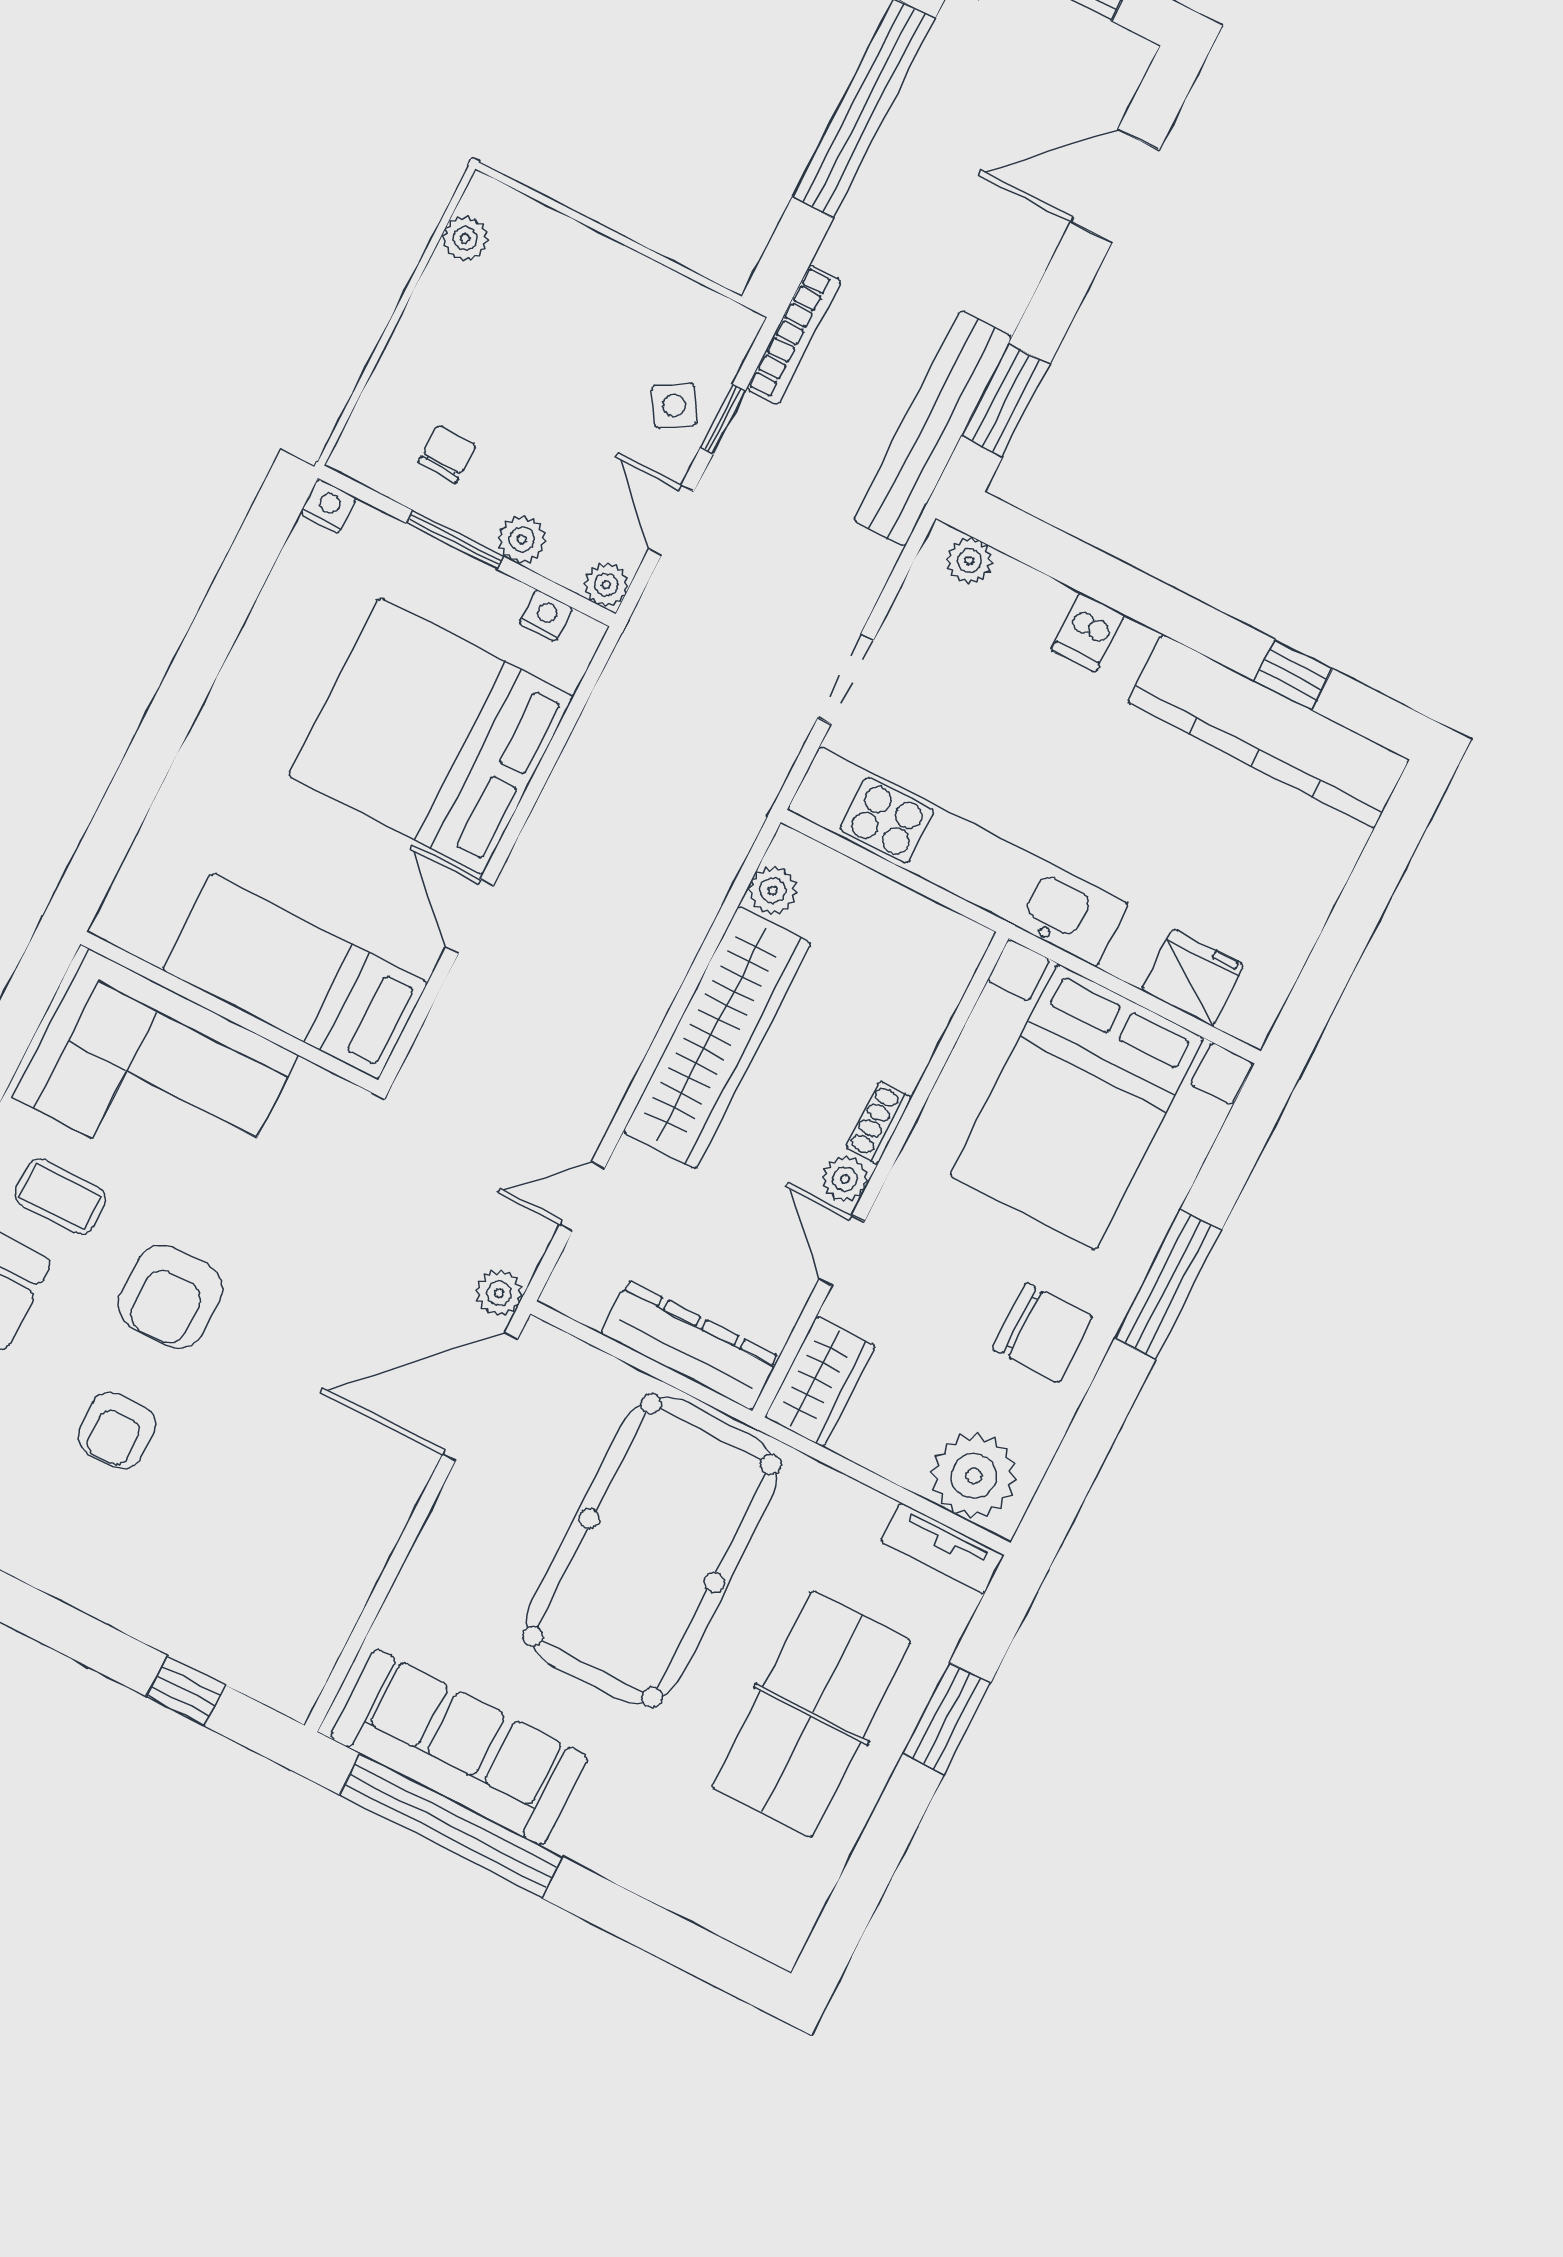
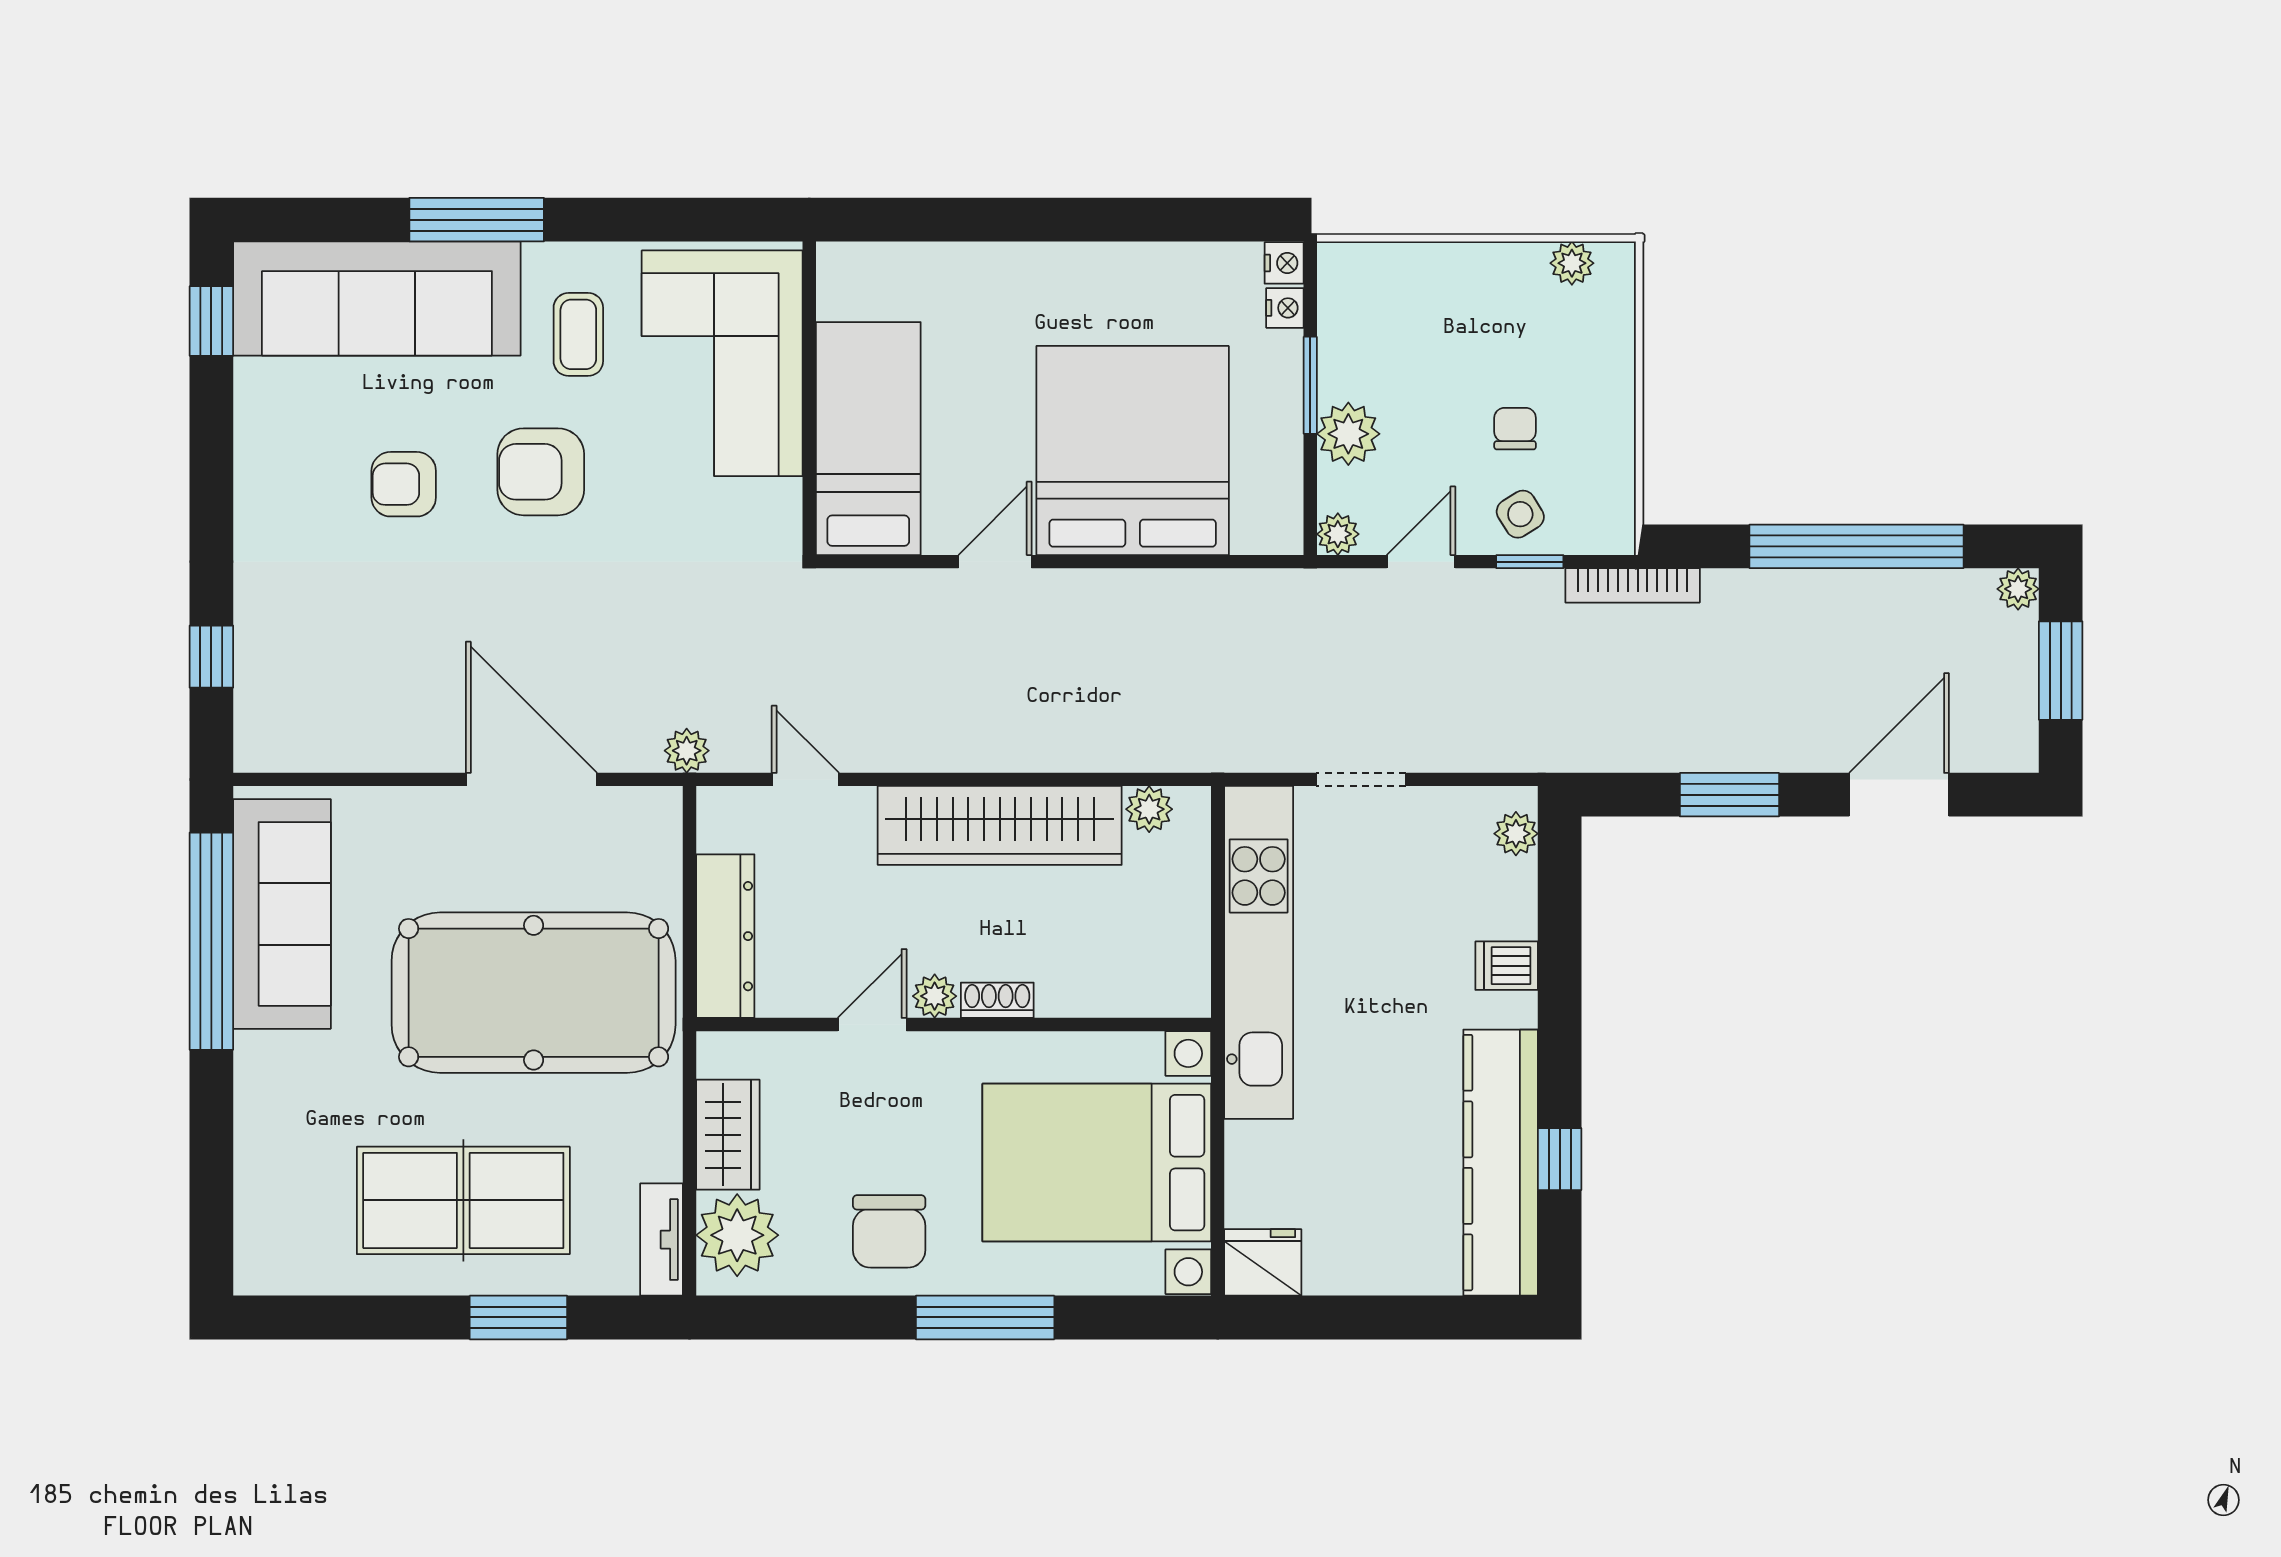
door: (1115, 186) -> (1899, 795), hinge flipped
window: (1006, 400) -> (1729, 795), moved
bench: (933, 428) -> (1613, 745), removed
chair: (447, 454) -> (1515, 429), moved, turned -92
plant: (522, 539) -> (1348, 434), width x1.38, depth x1.38
nightstand: (546, 616) -> (1285, 308), moved
fridge: (1193, 978) -> (1263, 1262), moved, turned -90
wardrobe: (820, 1381) -> (728, 1135), moved, turned -90
door: (480, 1397) -> (531, 779), moved

